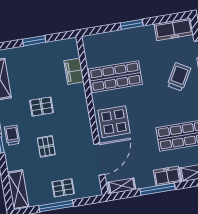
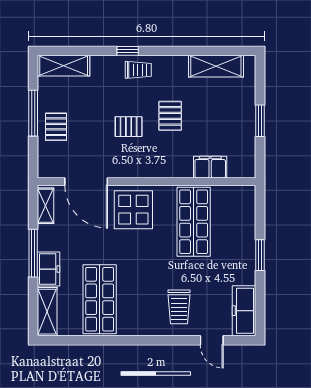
trolley: (179, 77) -> (179, 307), turned 60
pallet: (46, 146) -> (129, 127), moved

